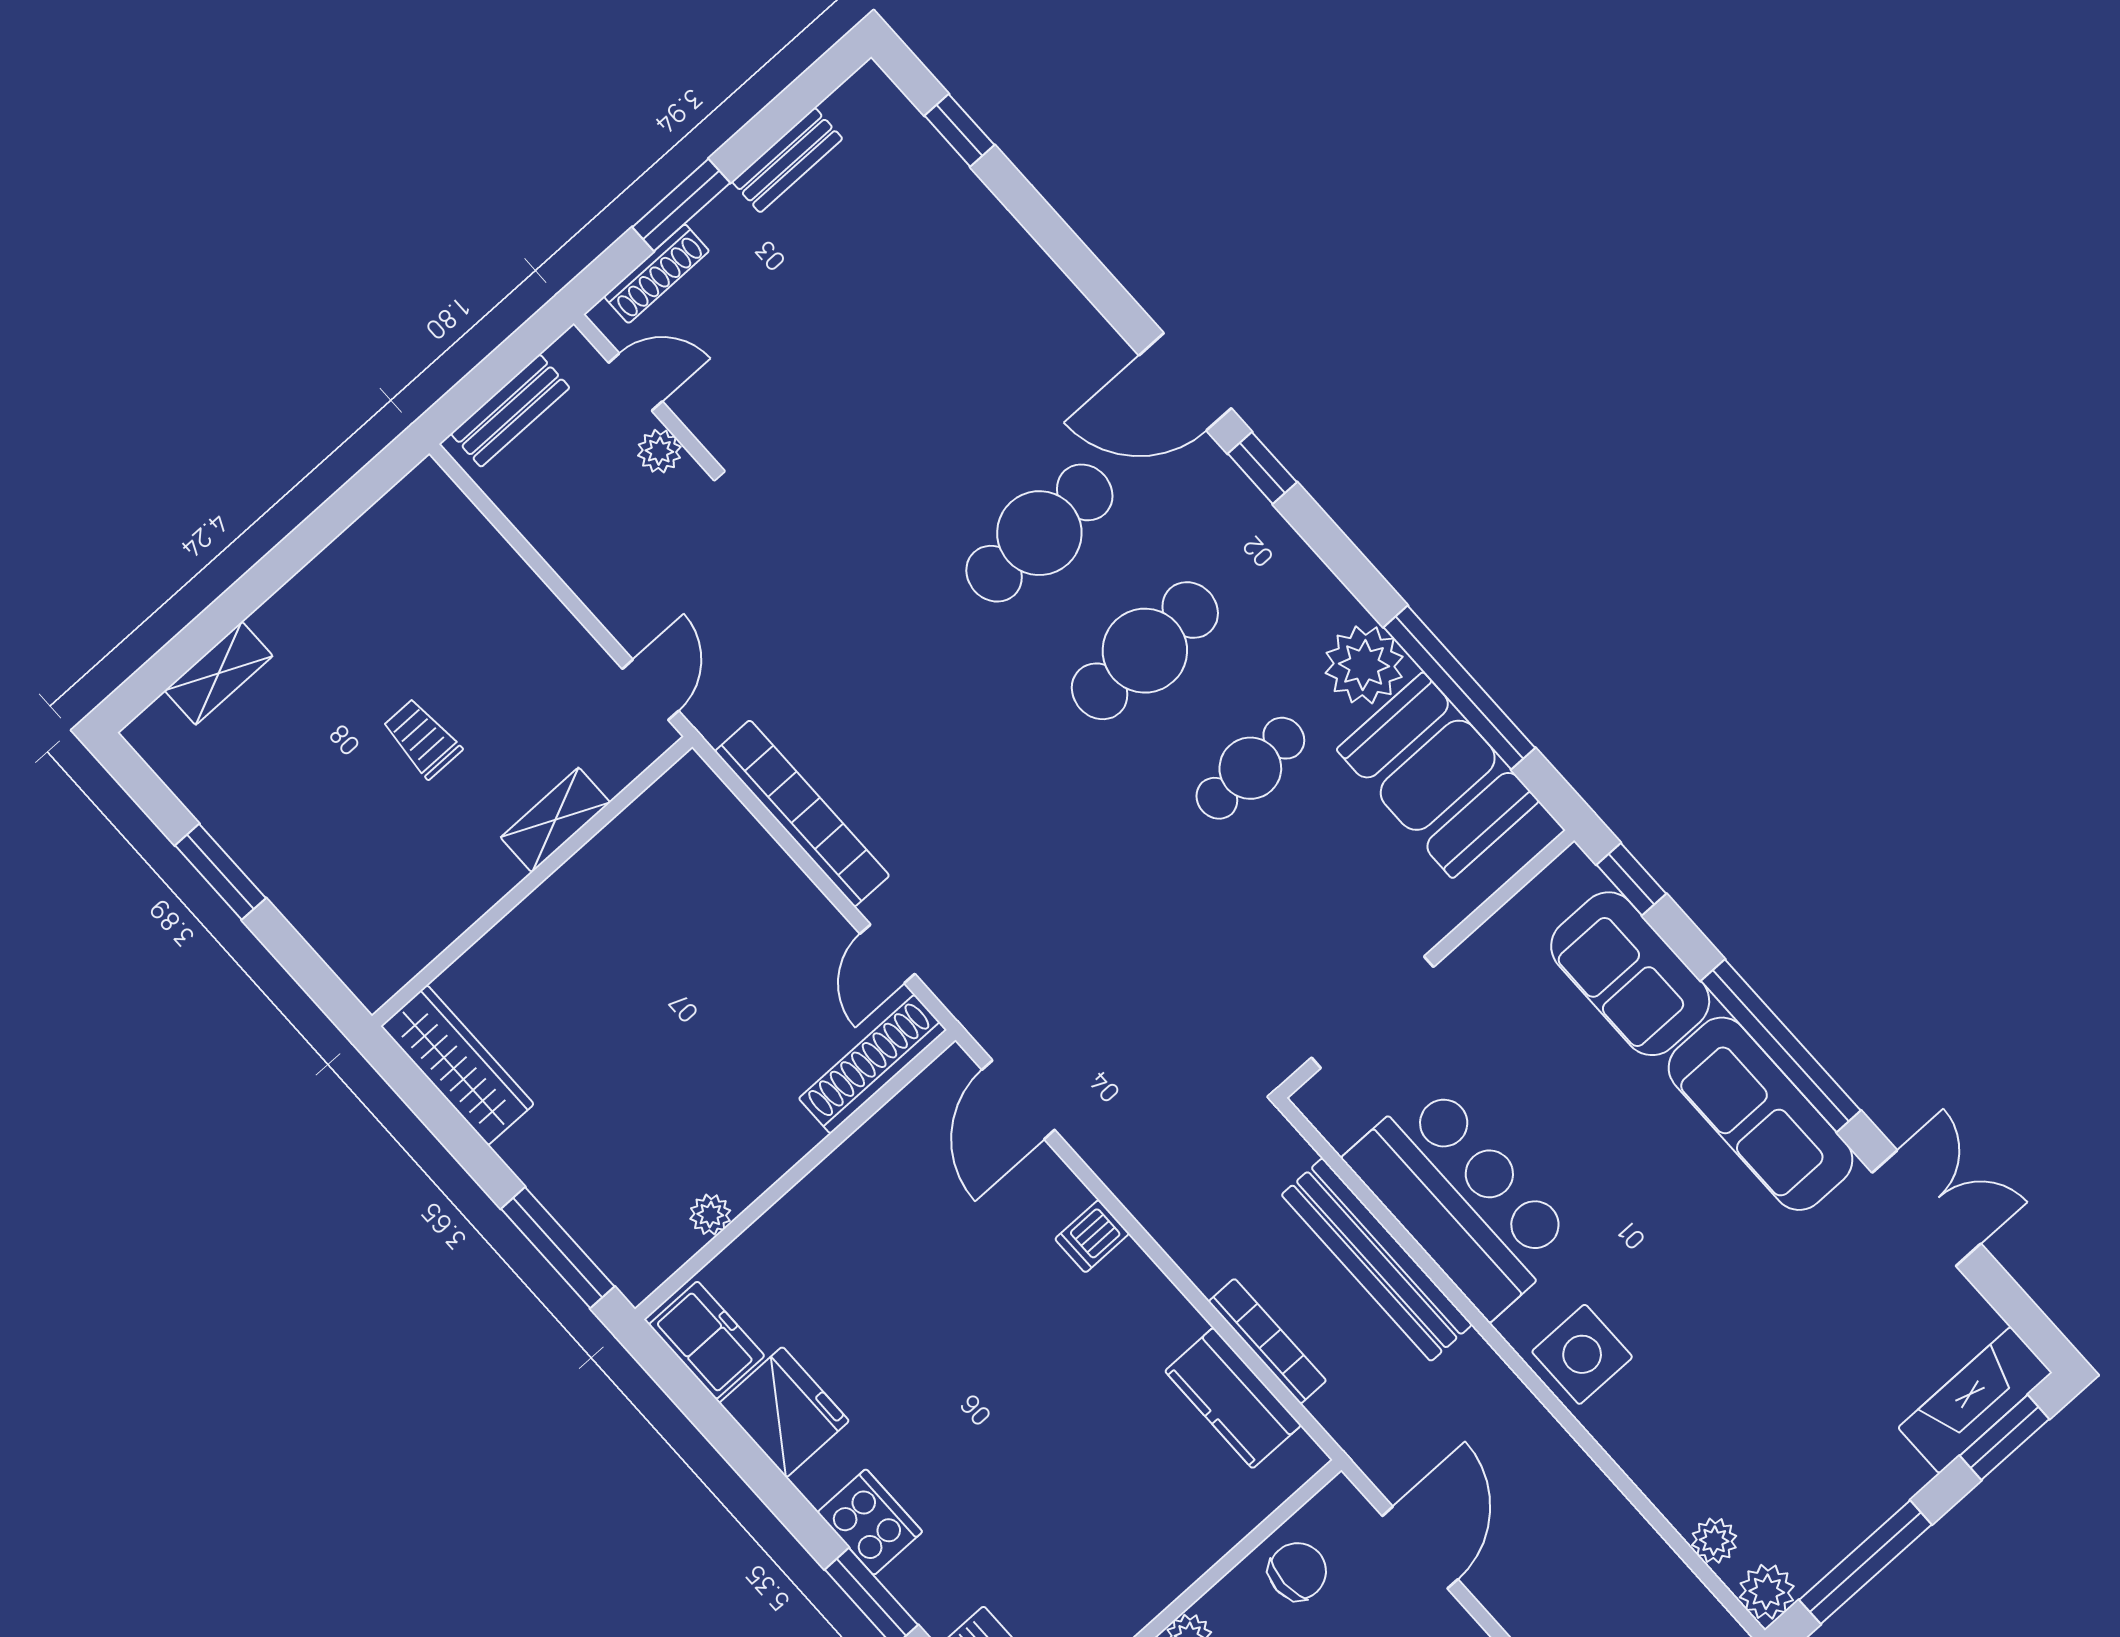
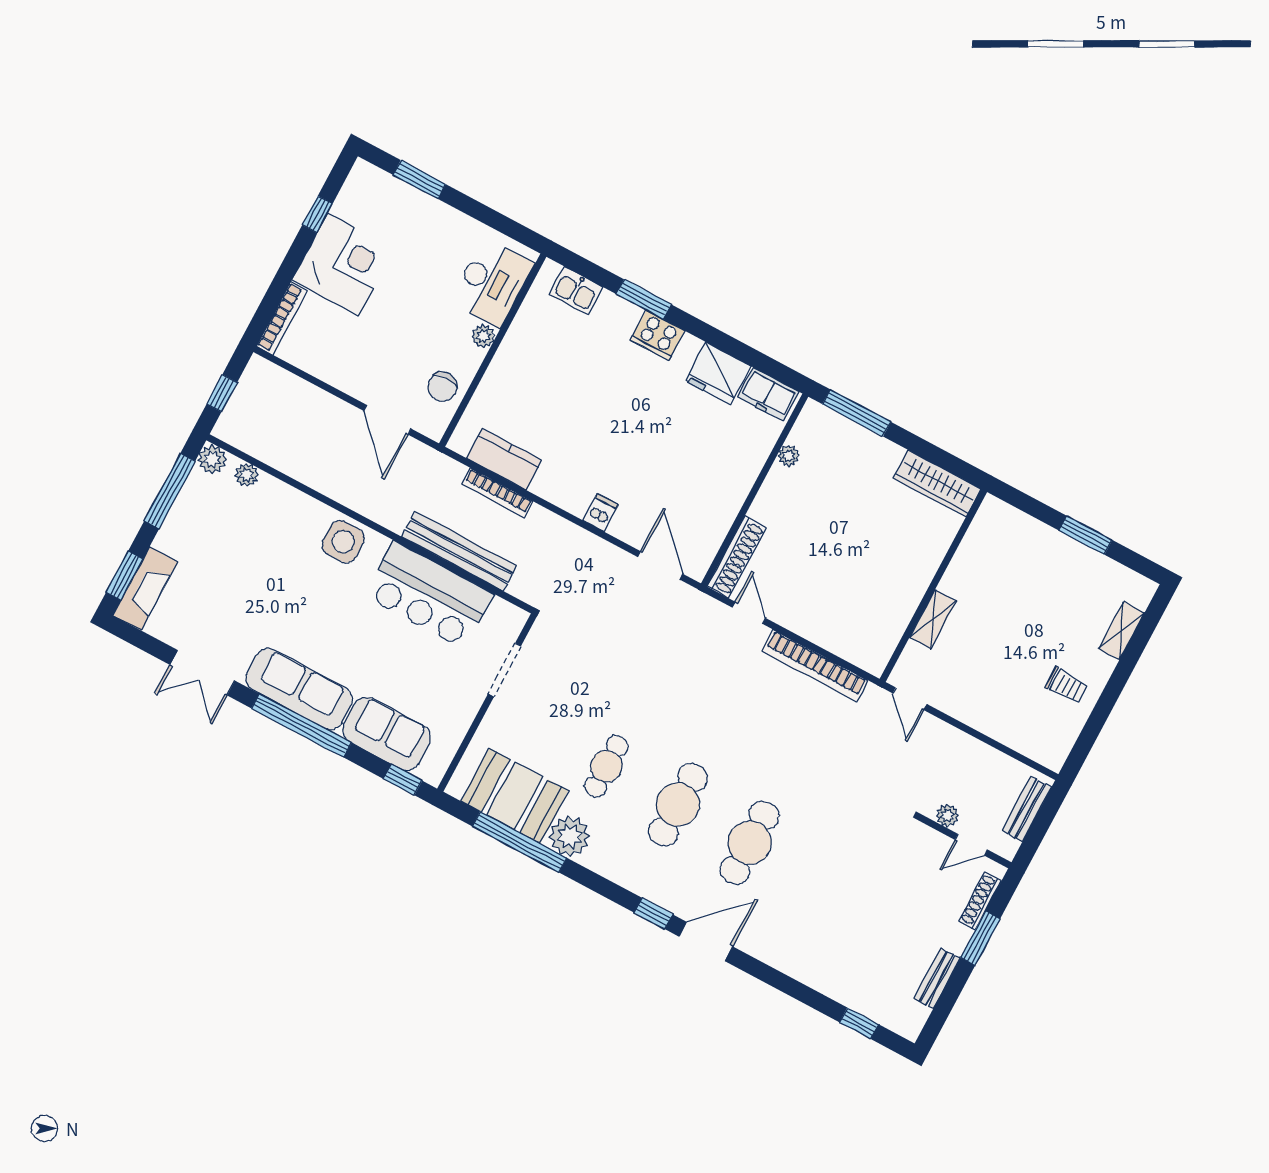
trolley: (422, 738) -> (1066, 686), moved
doorway: (1372, 1012) -> (504, 670), width x0.73

